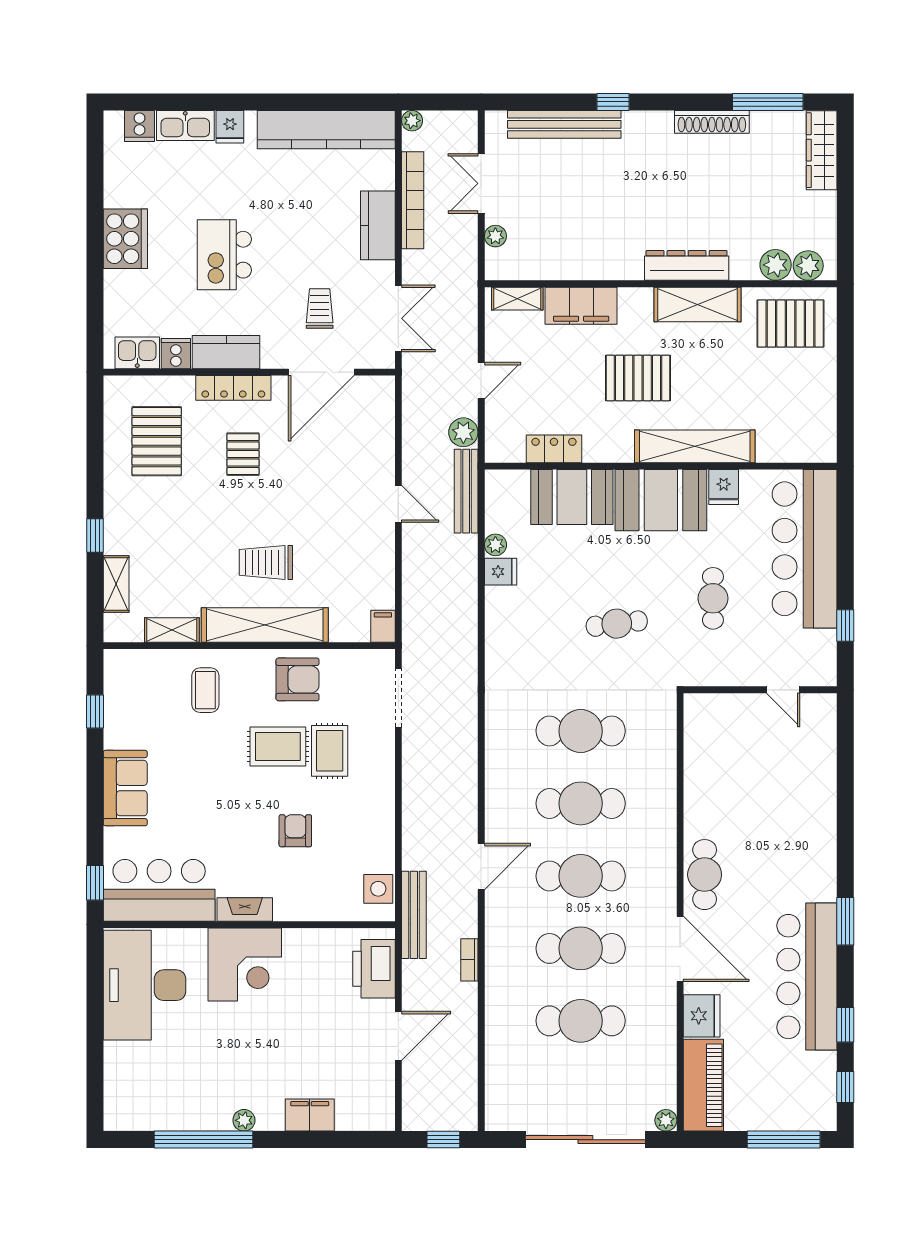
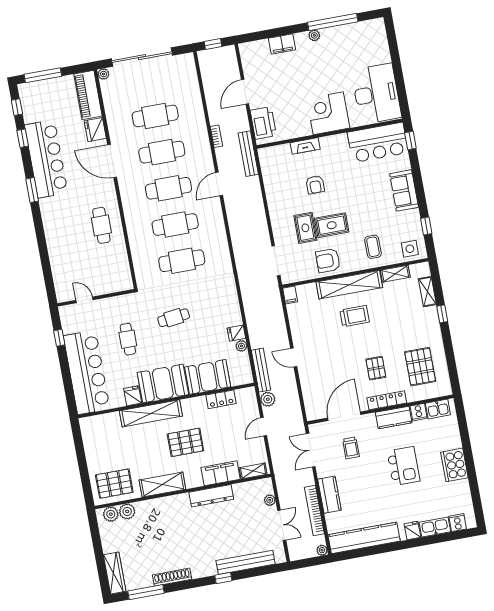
dresser: (687, 265) -> (211, 496), moved
cafe table: (705, 875) -> (101, 225), moved
side table: (378, 889) -> (410, 249), moved
fireplace: (245, 909) -> (305, 146), moved

